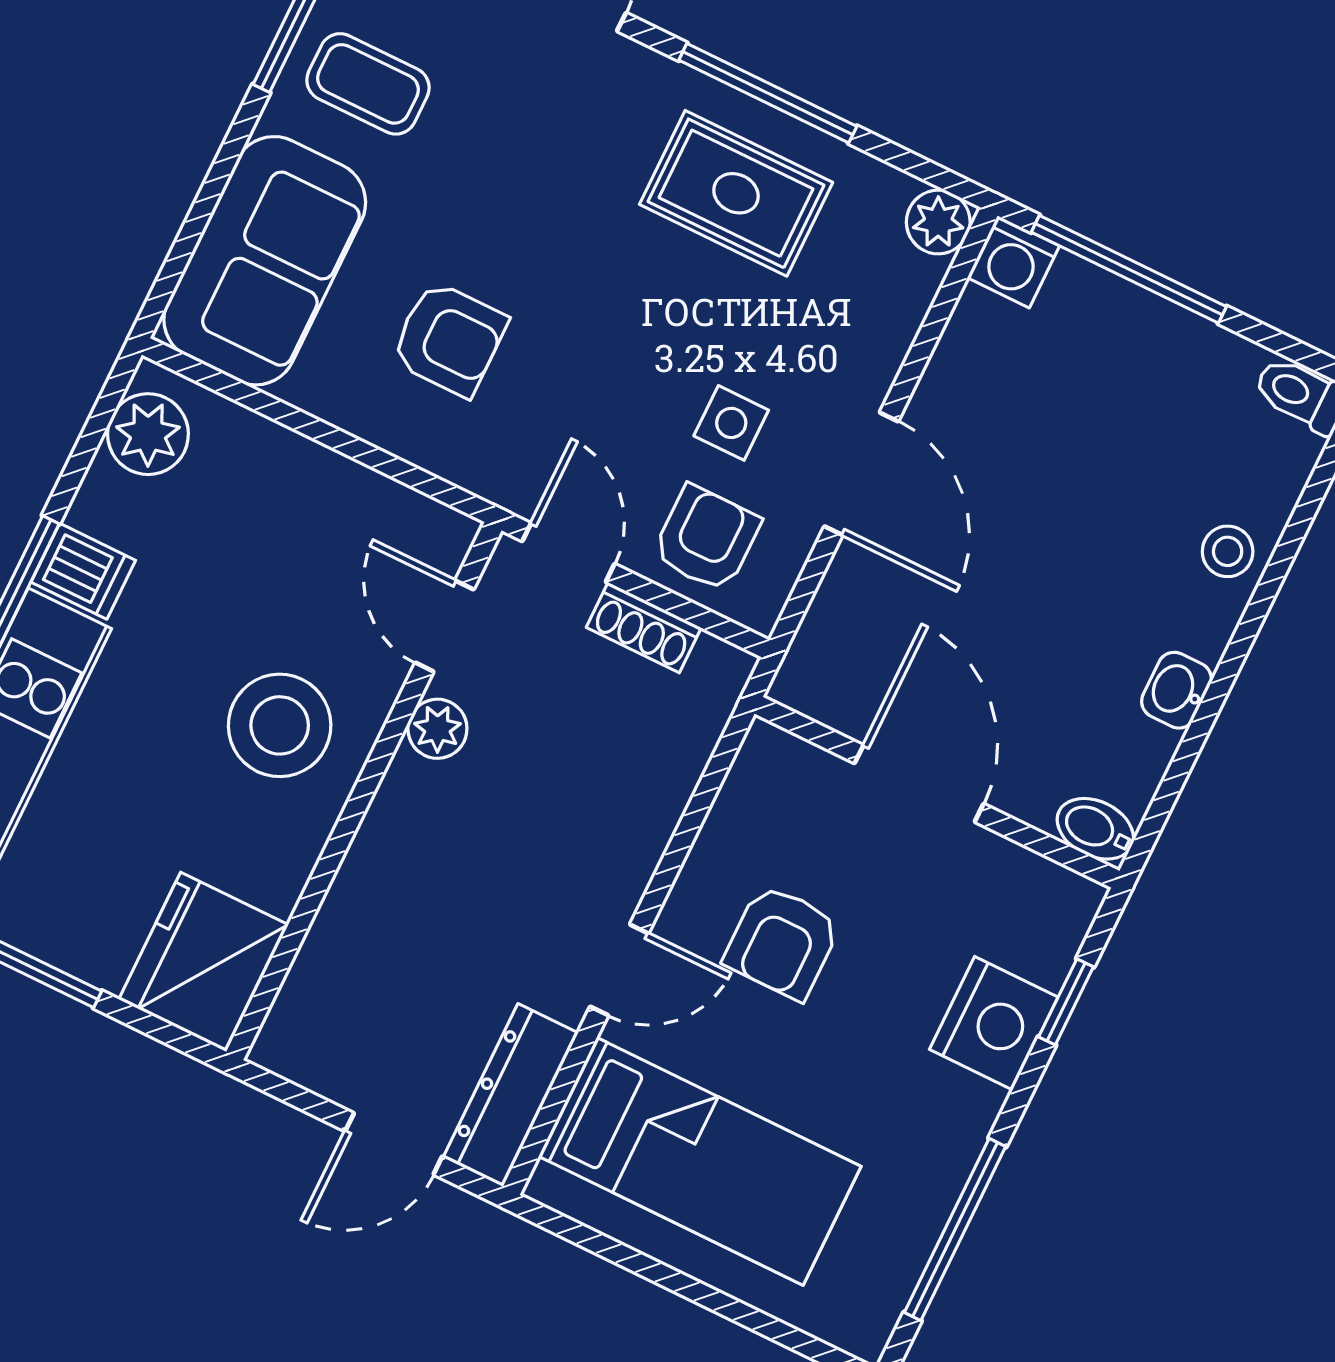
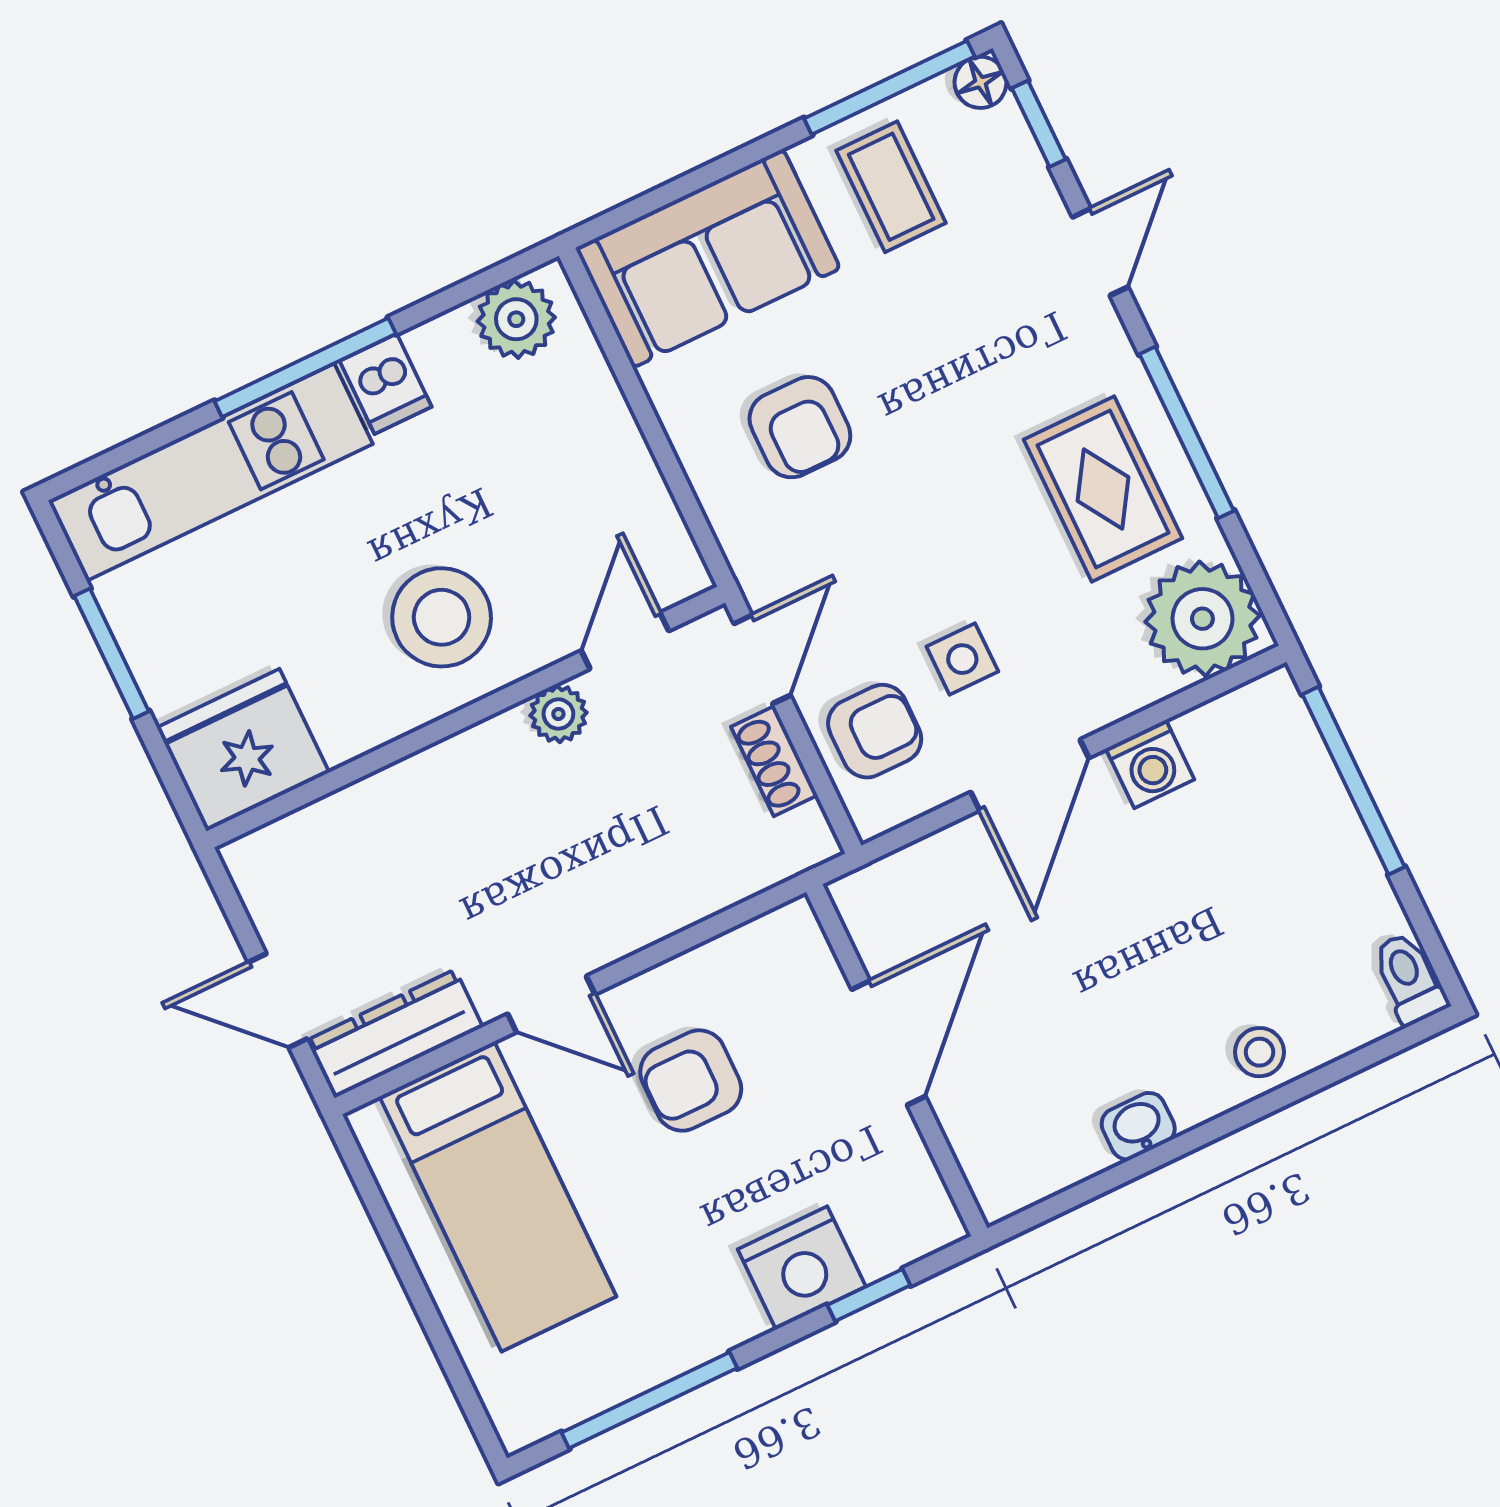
plant: (938, 222) -> (1202, 619), width x1.87, depth x1.87
washing machine: (1013, 262) -> (1150, 764), moved, turned -90
bidet: (1095, 829) -> (994, 1182), removed

